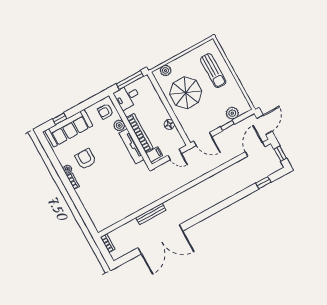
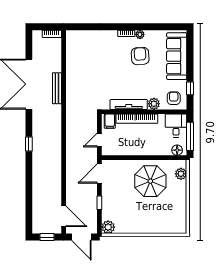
sun lounger: (213, 71) -> (157, 217), removed
plant: (232, 113) -> (108, 227), moved
window: (60, 119) -> (190, 88), moved
floor lamp: (169, 124) -> (177, 150), moved
armchair: (86, 159) -> (140, 56), turned -94
window: (263, 183) -> (29, 144), moved

